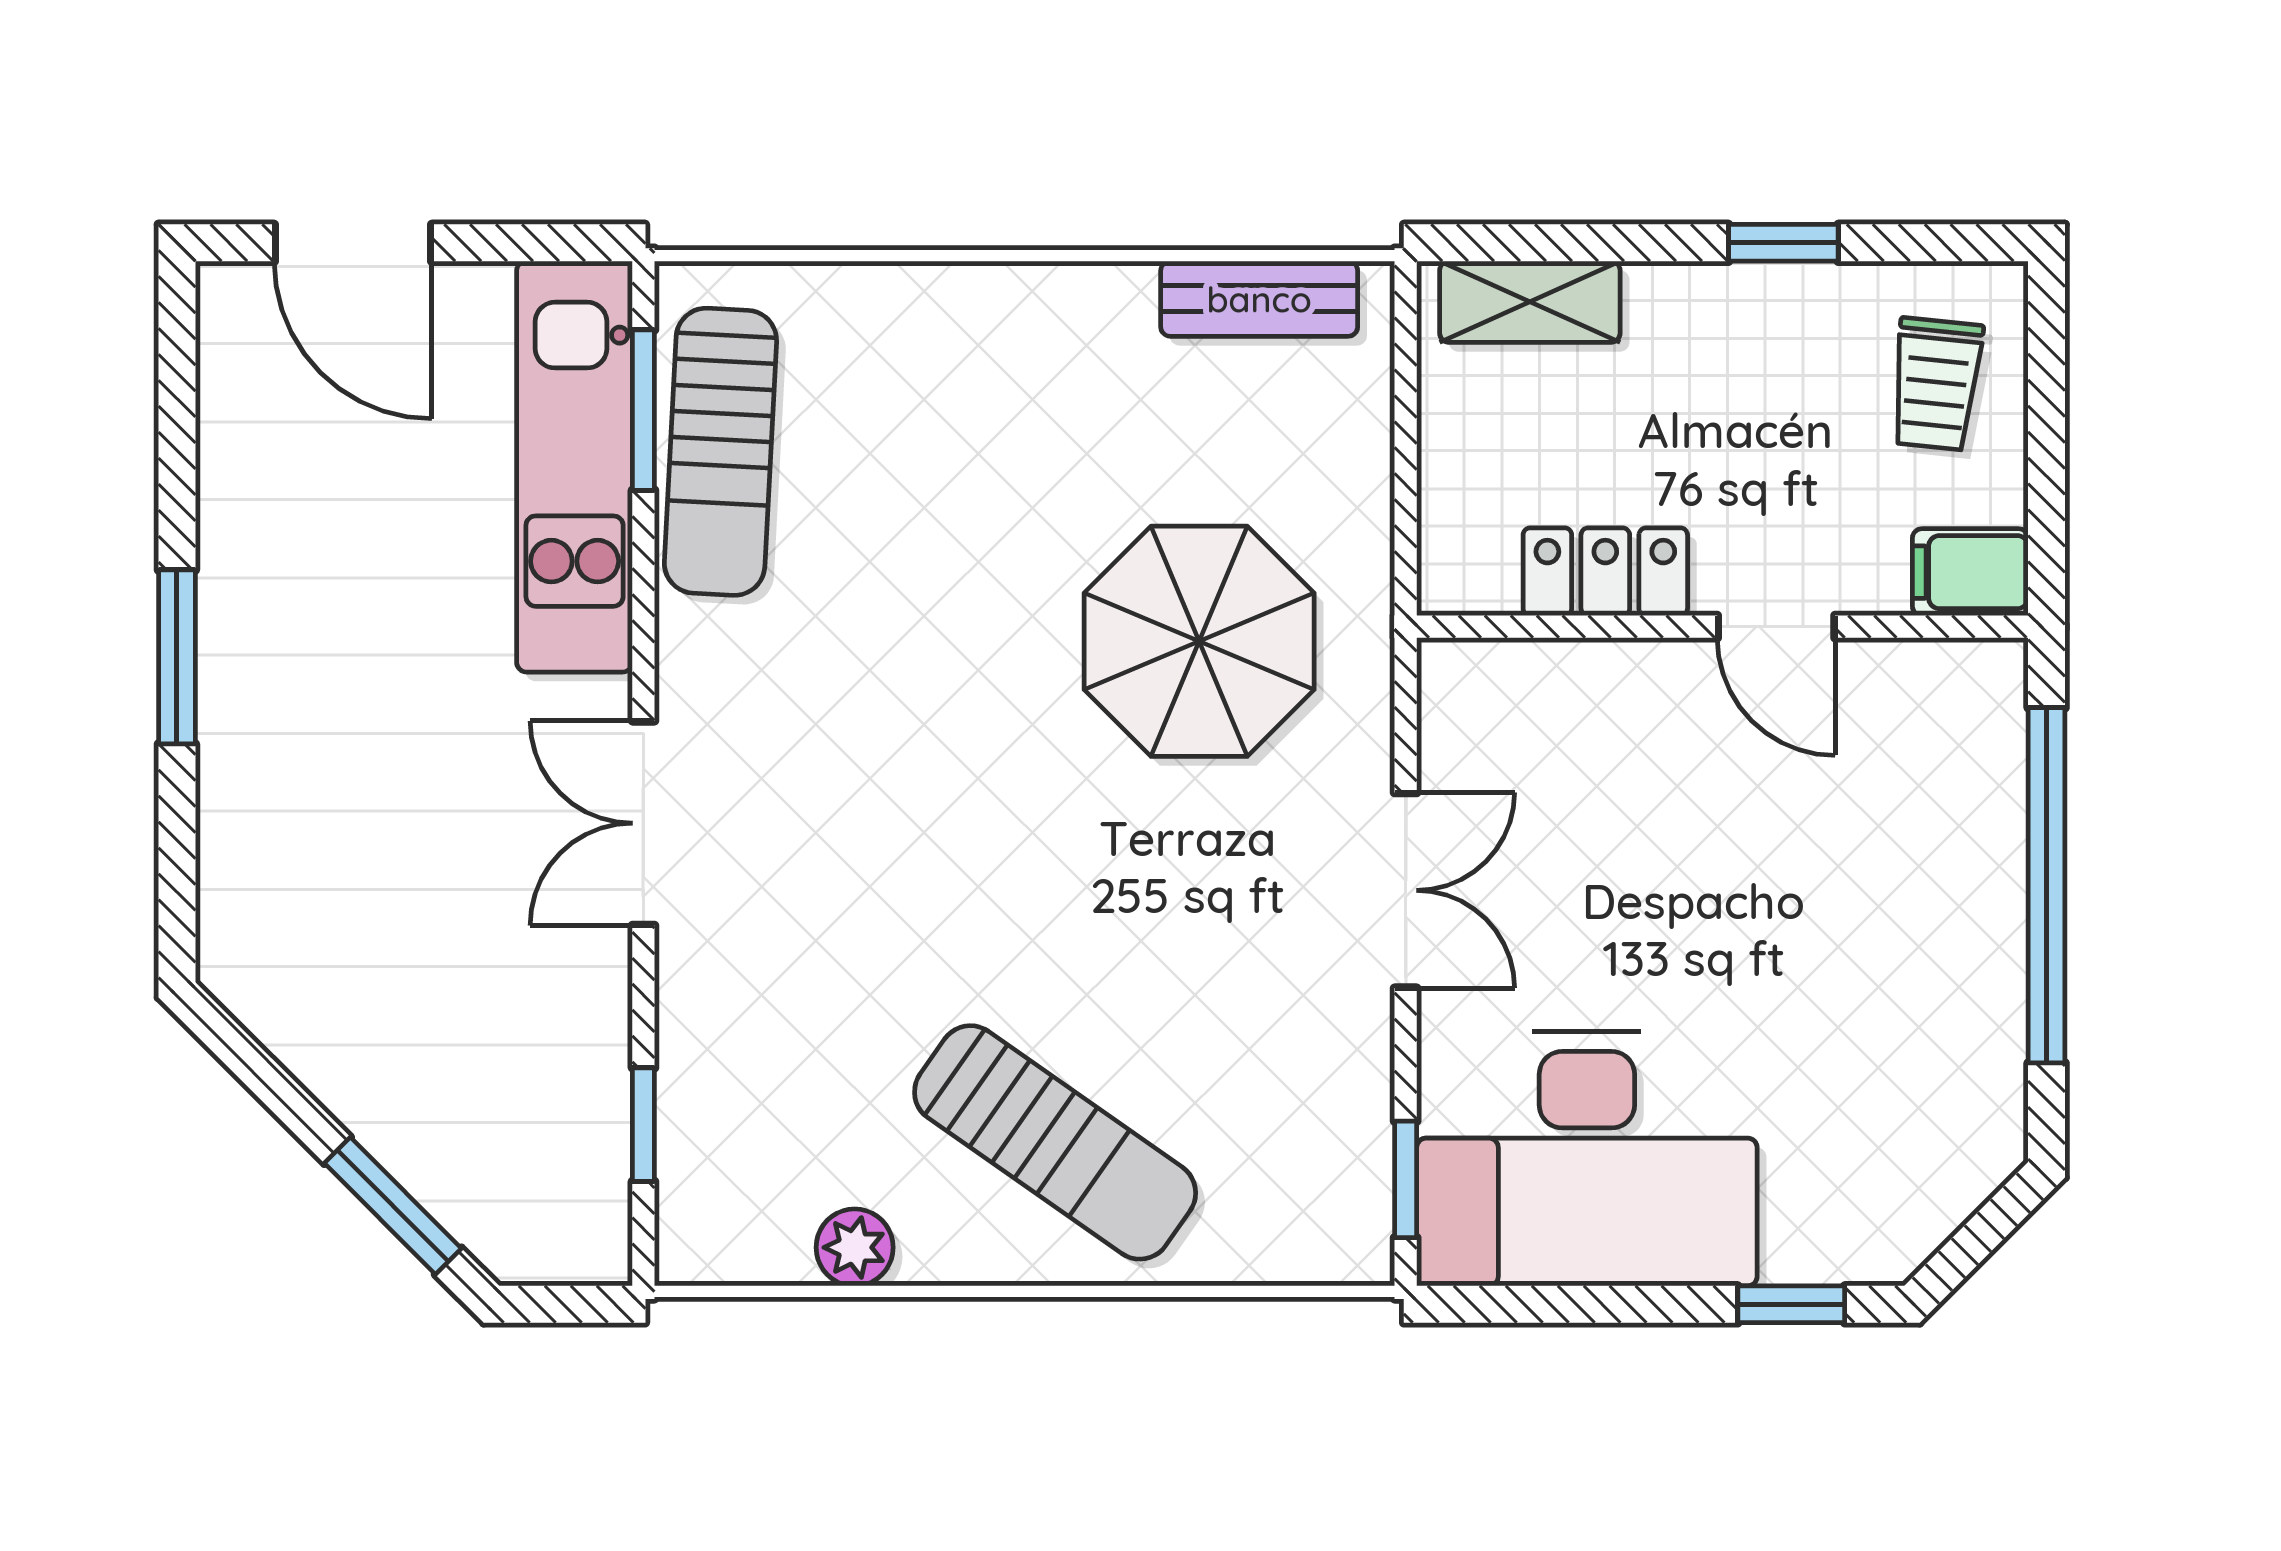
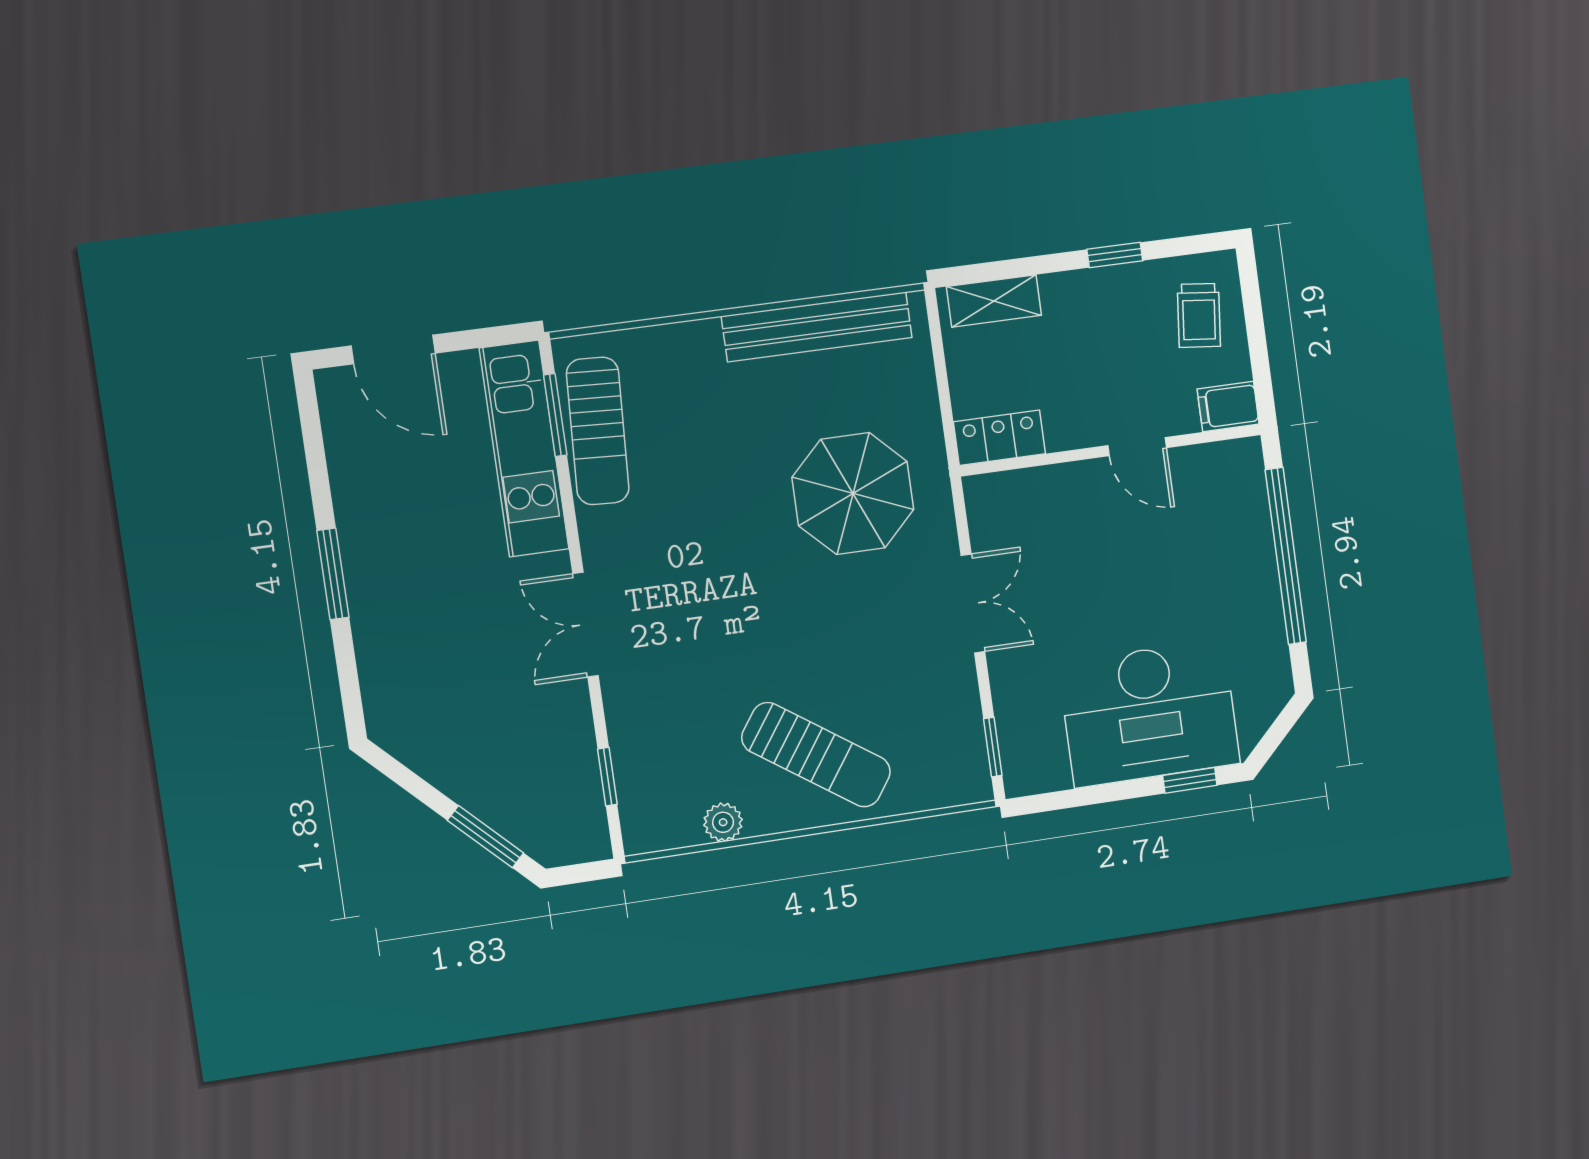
bench: (1259, 299) -> (817, 327), width x1.86, depth x1.21
locker: (1605, 572) -> (999, 438), moved
desk: (1587, 1159) -> (1149, 713), moved

